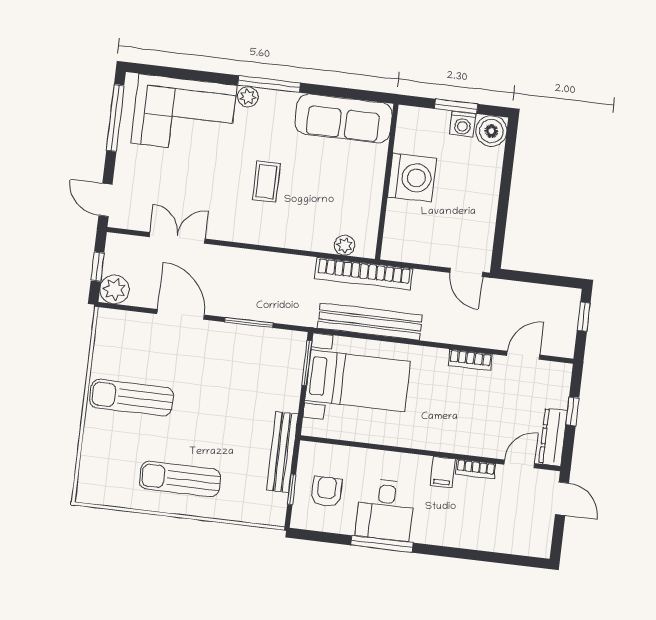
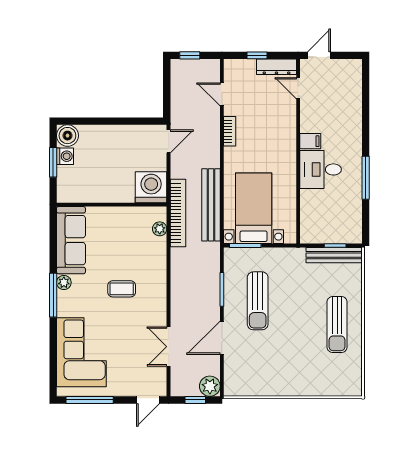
plant: (248, 97) -> (64, 282), moved
washing machine: (412, 177) -> (151, 187), moved
sun lounger: (131, 398) -> (258, 301), moved
bench: (282, 452) -> (334, 255), moved
bookcase: (476, 469) -> (305, 118), removed
armchair: (327, 492) -> (334, 221), removed
desk: (385, 510) -> (321, 169), moved, turned 180

